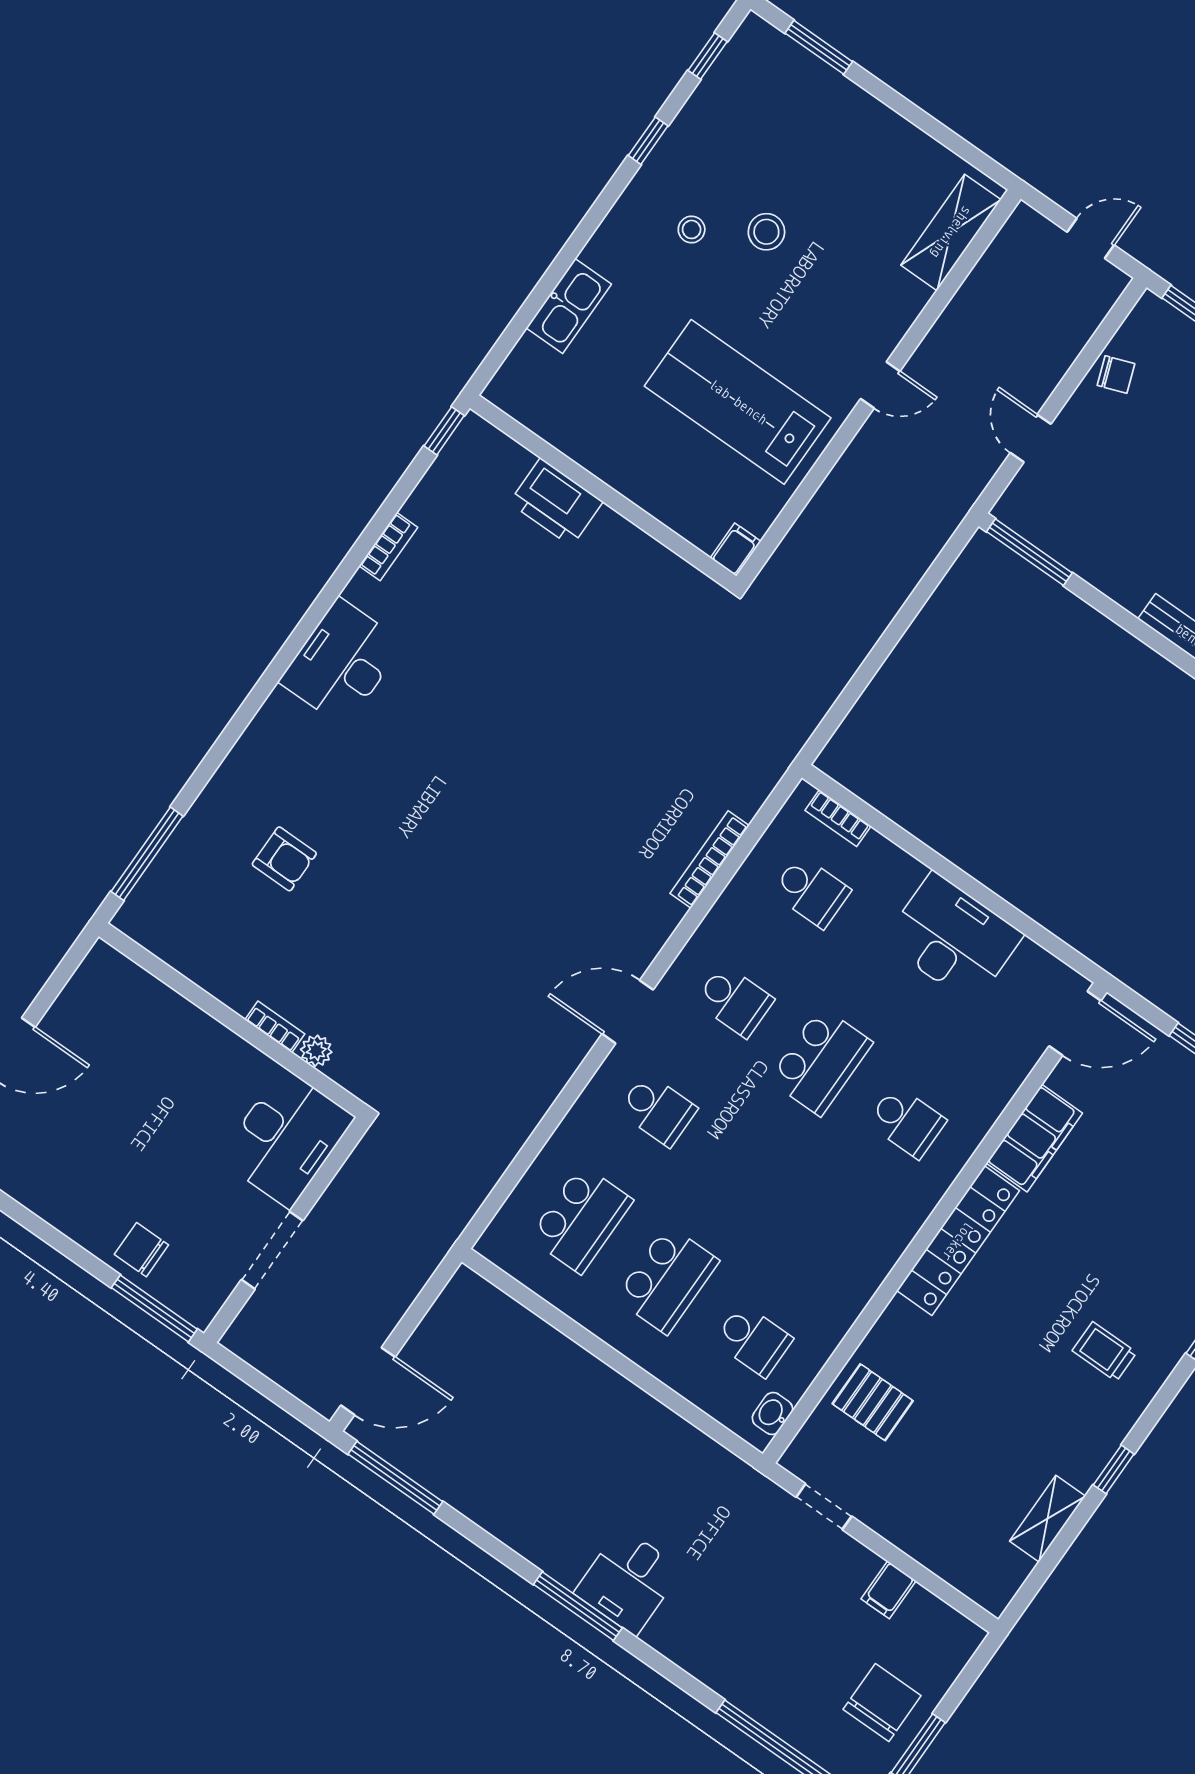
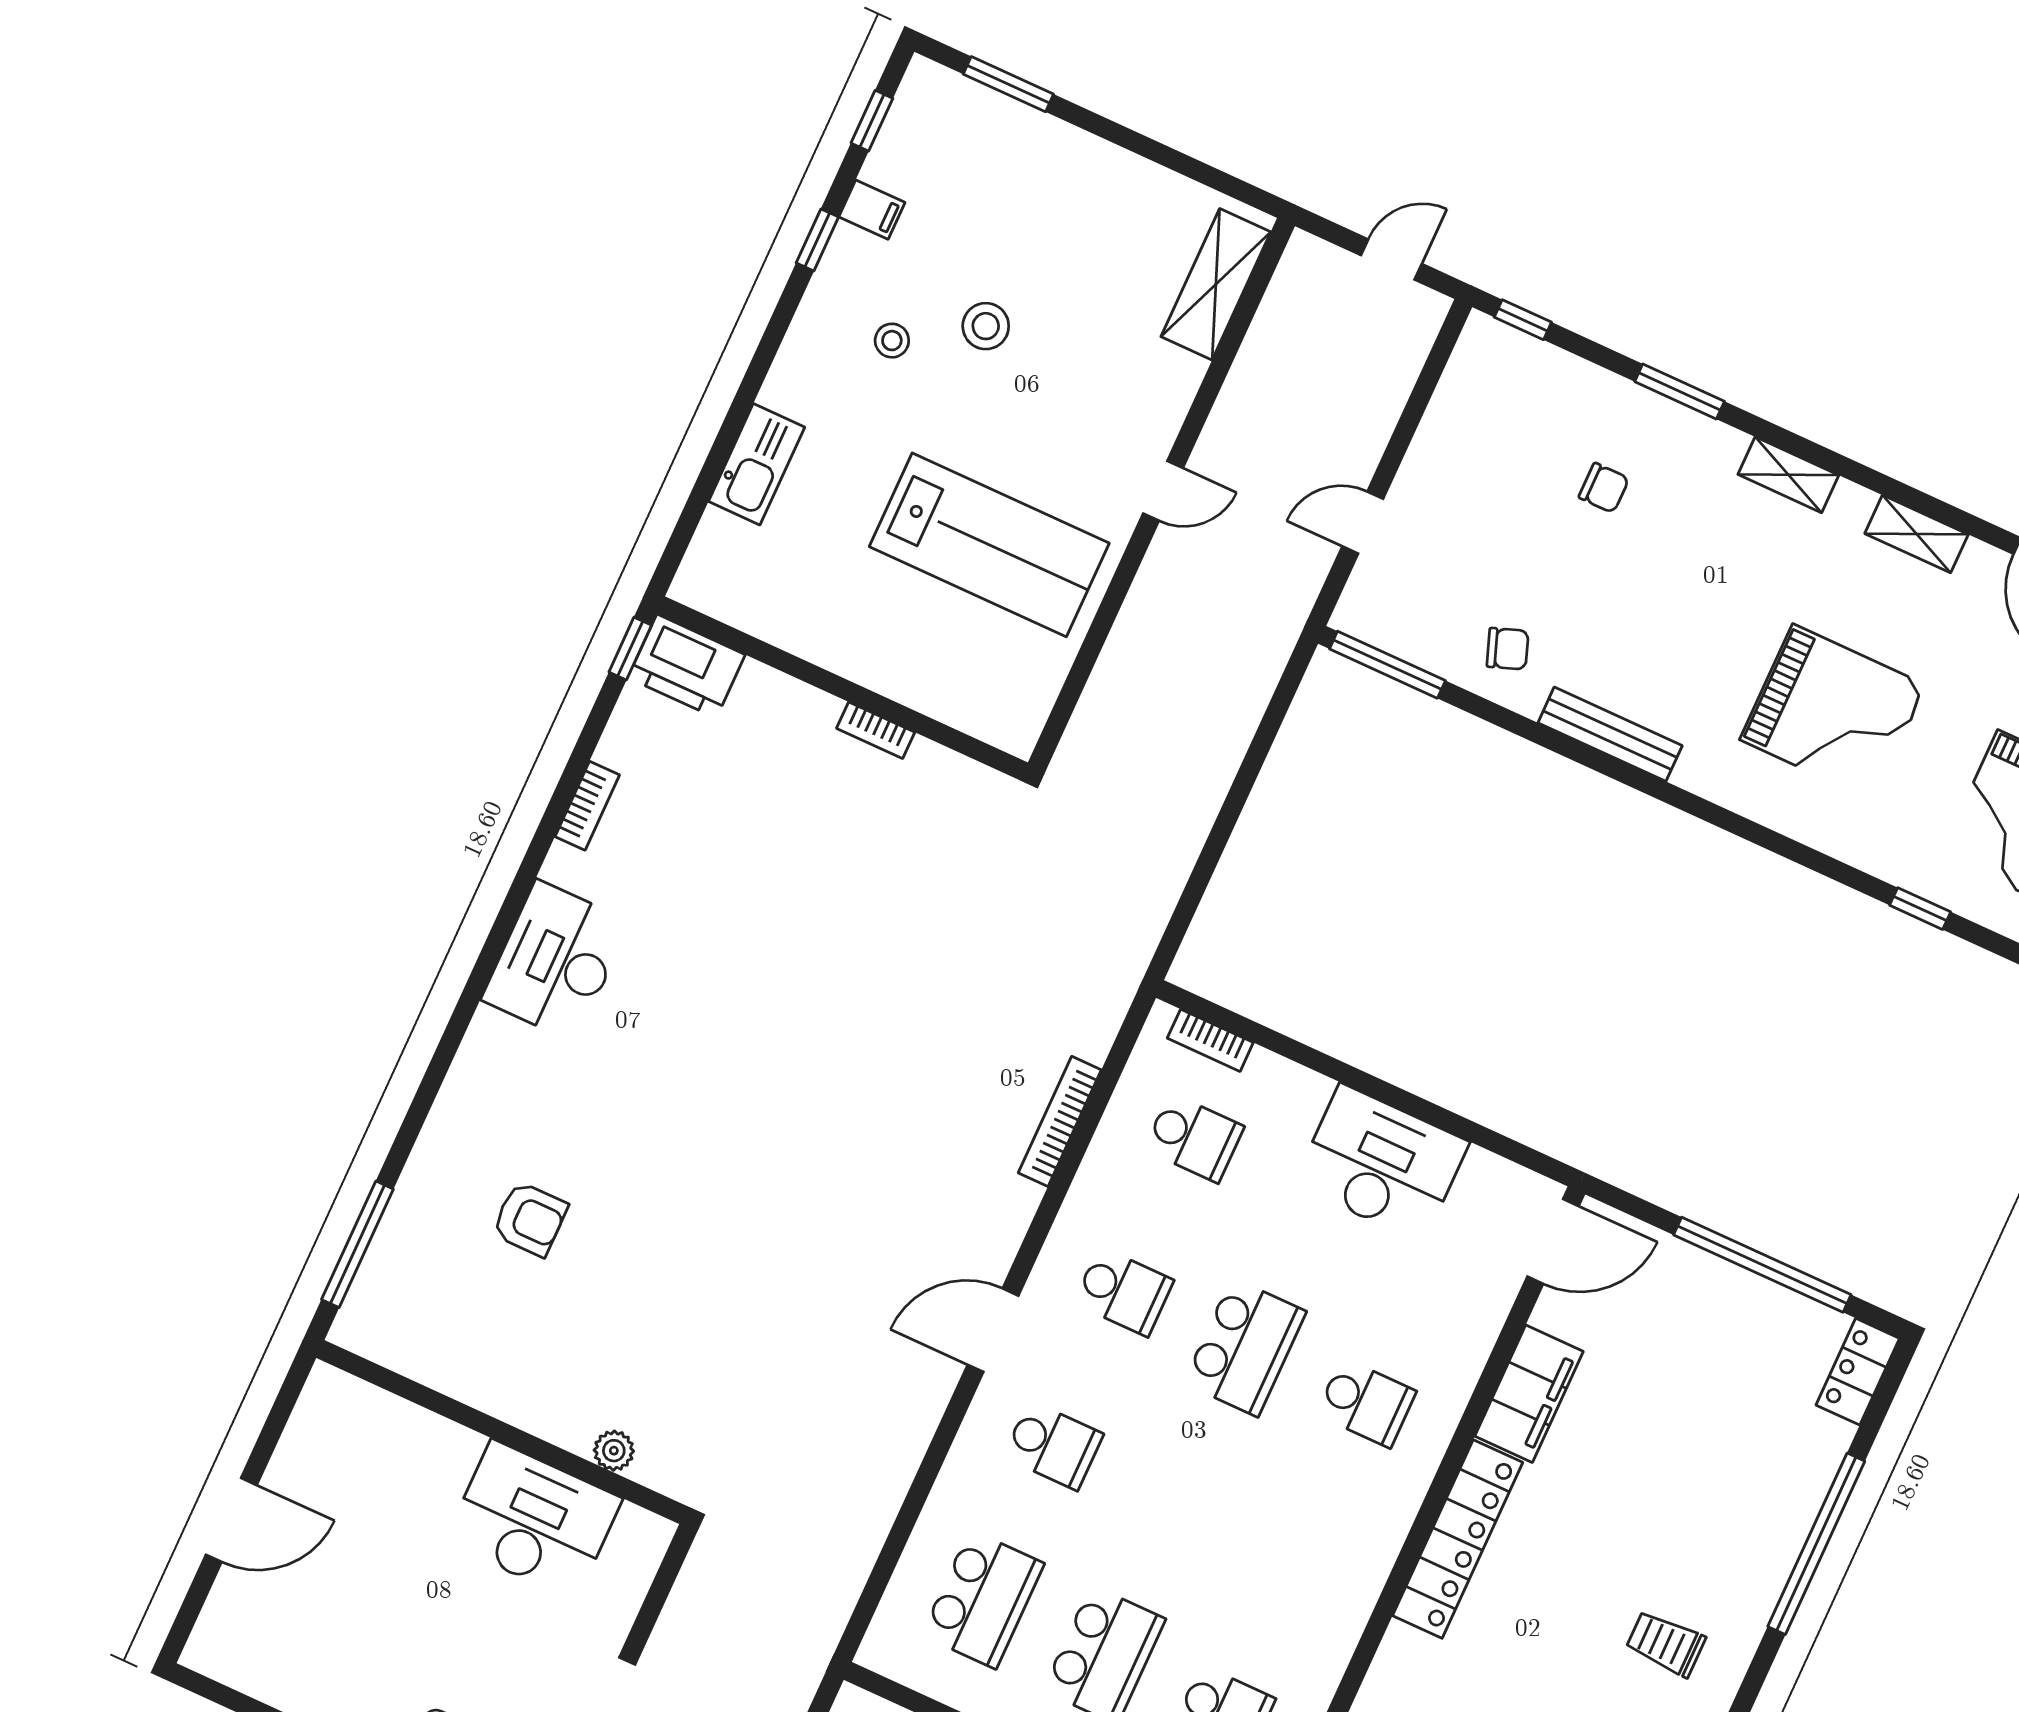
chair: (1116, 375) -> (1508, 649), moved
lab bench: (738, 402) -> (989, 545), turned 180
door: (1031, 438) -> (1363, 523), hinge flipped
printer: (556, 502) -> (687, 666), moved
filing cabinet: (736, 550) -> (872, 210), moved, turned 90
bookcase: (275, 1027) -> (876, 730), moved, turned 180
desk: (287, 1138) -> (534, 1520), moved, turned -90

